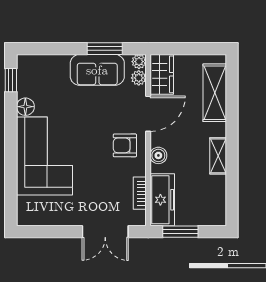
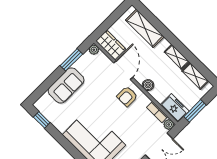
sofa: (97, 70) -> (66, 85), moved
plant: (139, 78) -> (169, 124), moved
floor lamp: (25, 107) -> (61, 125), removed
shelving: (217, 195) -> (195, 76), added
freezer: (162, 200) -> (175, 108), width x0.71

